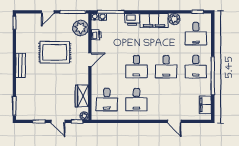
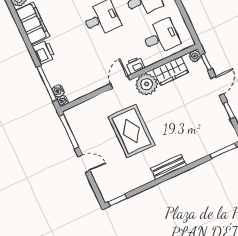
plant: (81, 28) -> (147, 84), moved
printer: (96, 35) -> (135, 65), moved
door: (90, 60) -> (120, 82), hinge flipped

